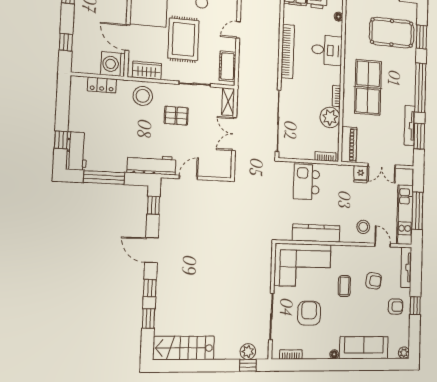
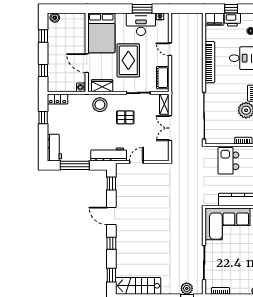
door: (238, 30) -> (170, 49), hinge flipped
washing machine: (113, 64) -> (81, 87), width x0.53, depth x0.53
locker: (102, 85) -> (58, 99), moved
window: (61, 140) -> (43, 118), moved
armchair: (309, 313) -> (234, 260), removed
window: (148, 318) -> (111, 275), moved

